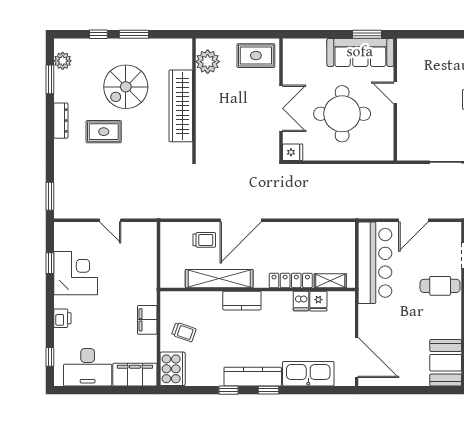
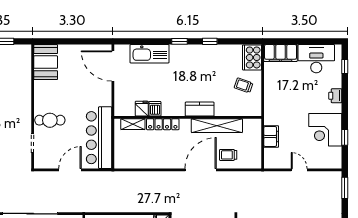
filing cabinet: (147, 320) -> (271, 136), moved
kitchen counter: (253, 377) -> (192, 52), removed

